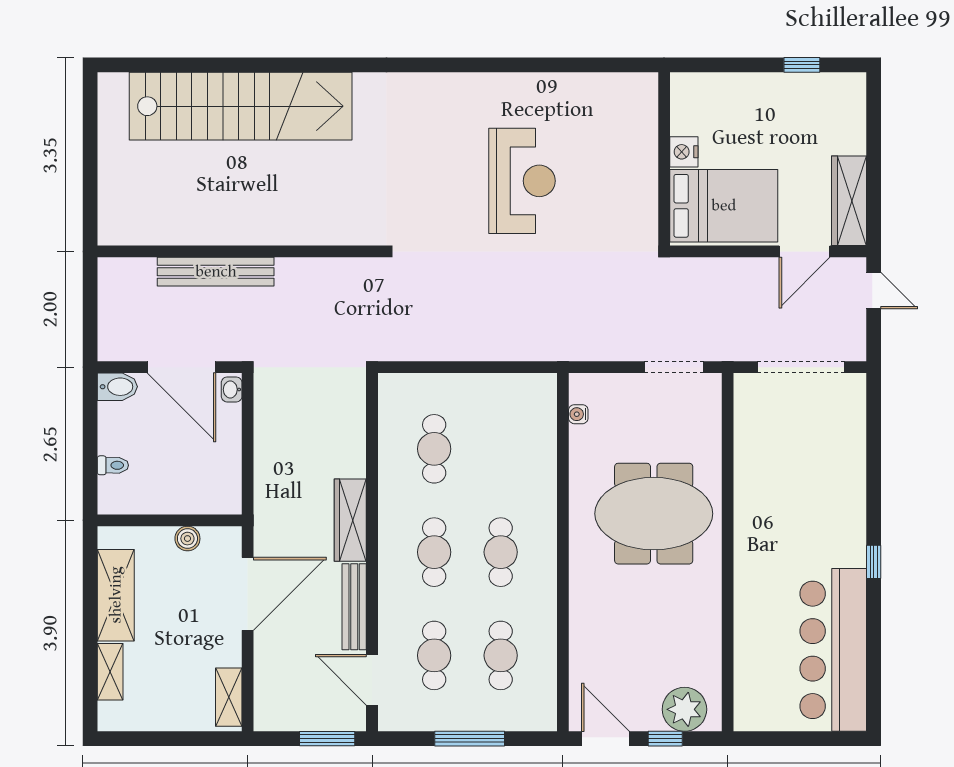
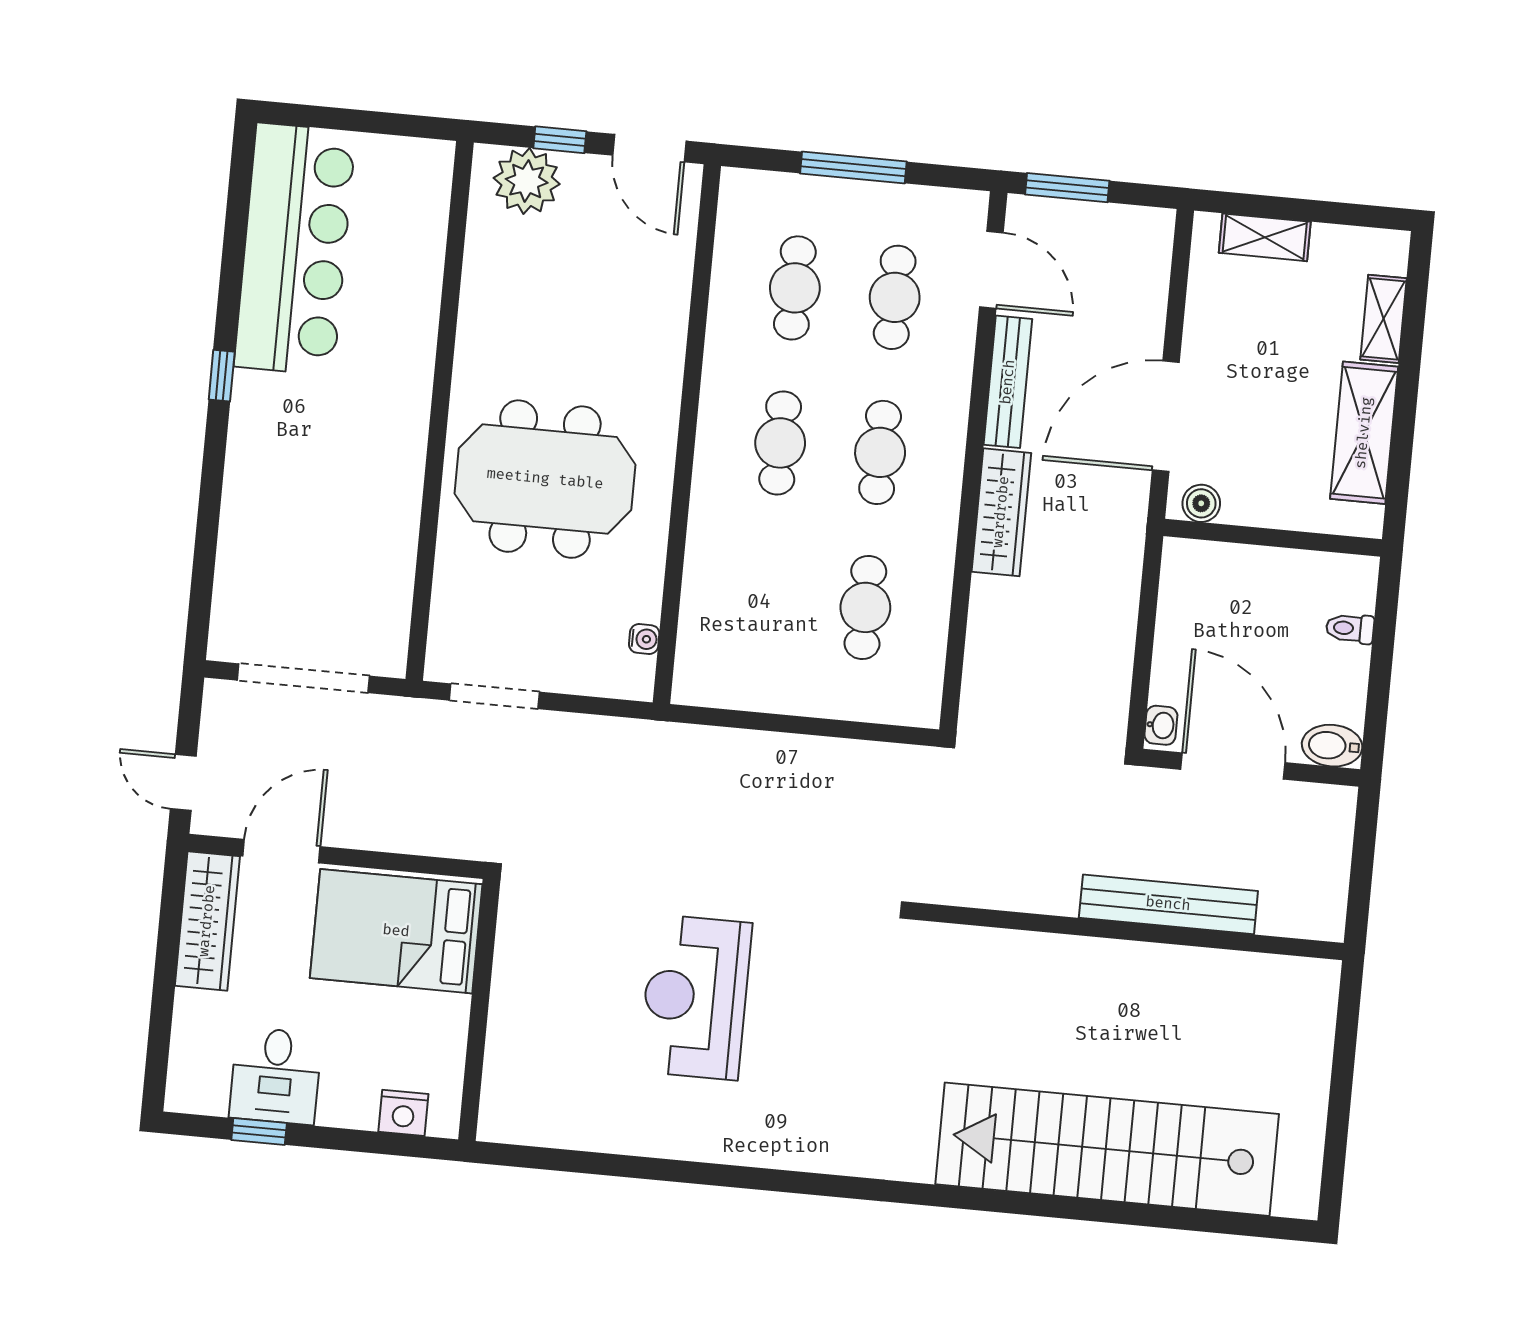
desk: (794, 103) -> (276, 1076), added
nightstand: (684, 152) -> (403, 1113), moved, turned 90
boiler: (187, 539) -> (1201, 503), moved
shelving: (229, 697) -> (1265, 237), moved, turned 90

